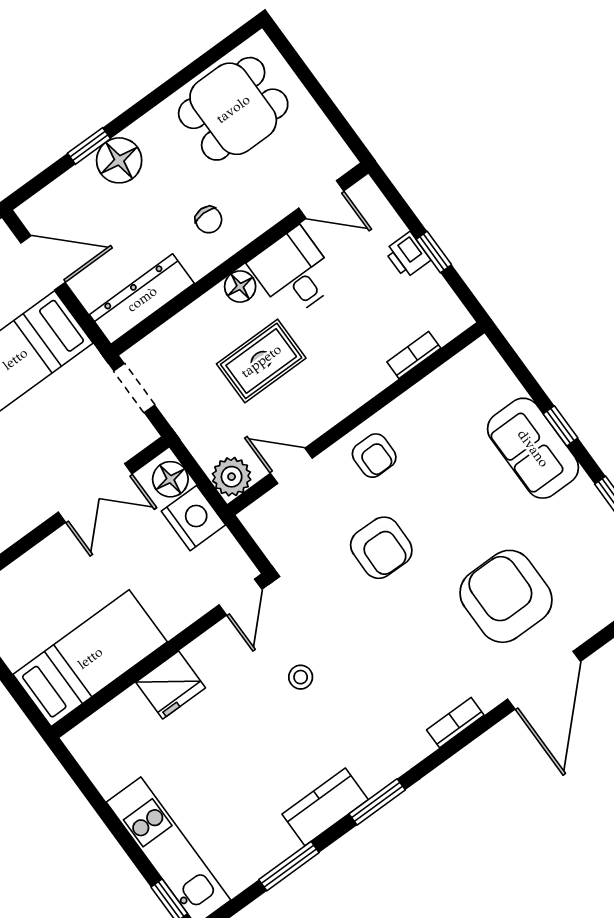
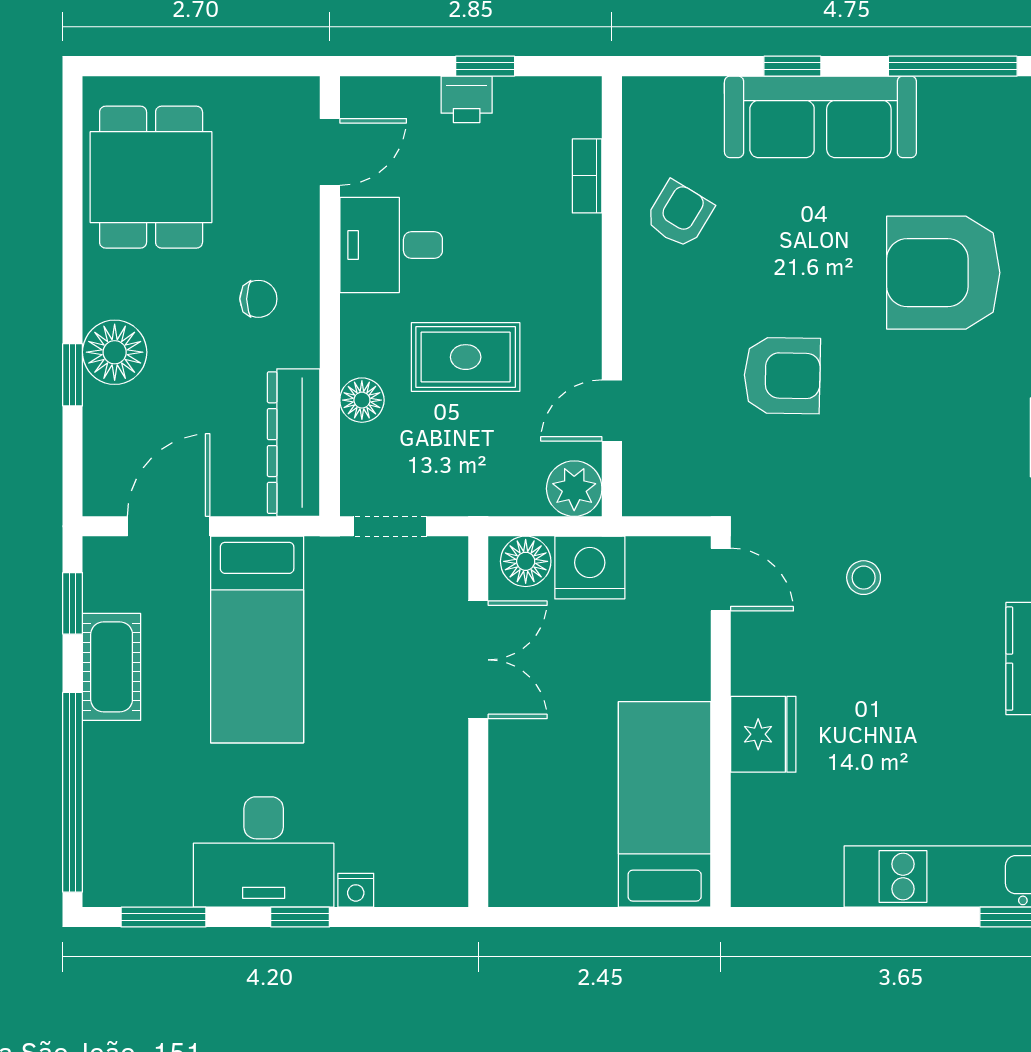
floor lamp: (240, 287) -> (362, 400), moved
rug: (261, 361) -> (466, 357), turned 90
sofa: (533, 448) -> (820, 117), width x1.36
armchair: (374, 456) -> (679, 214), moved, turned -59

